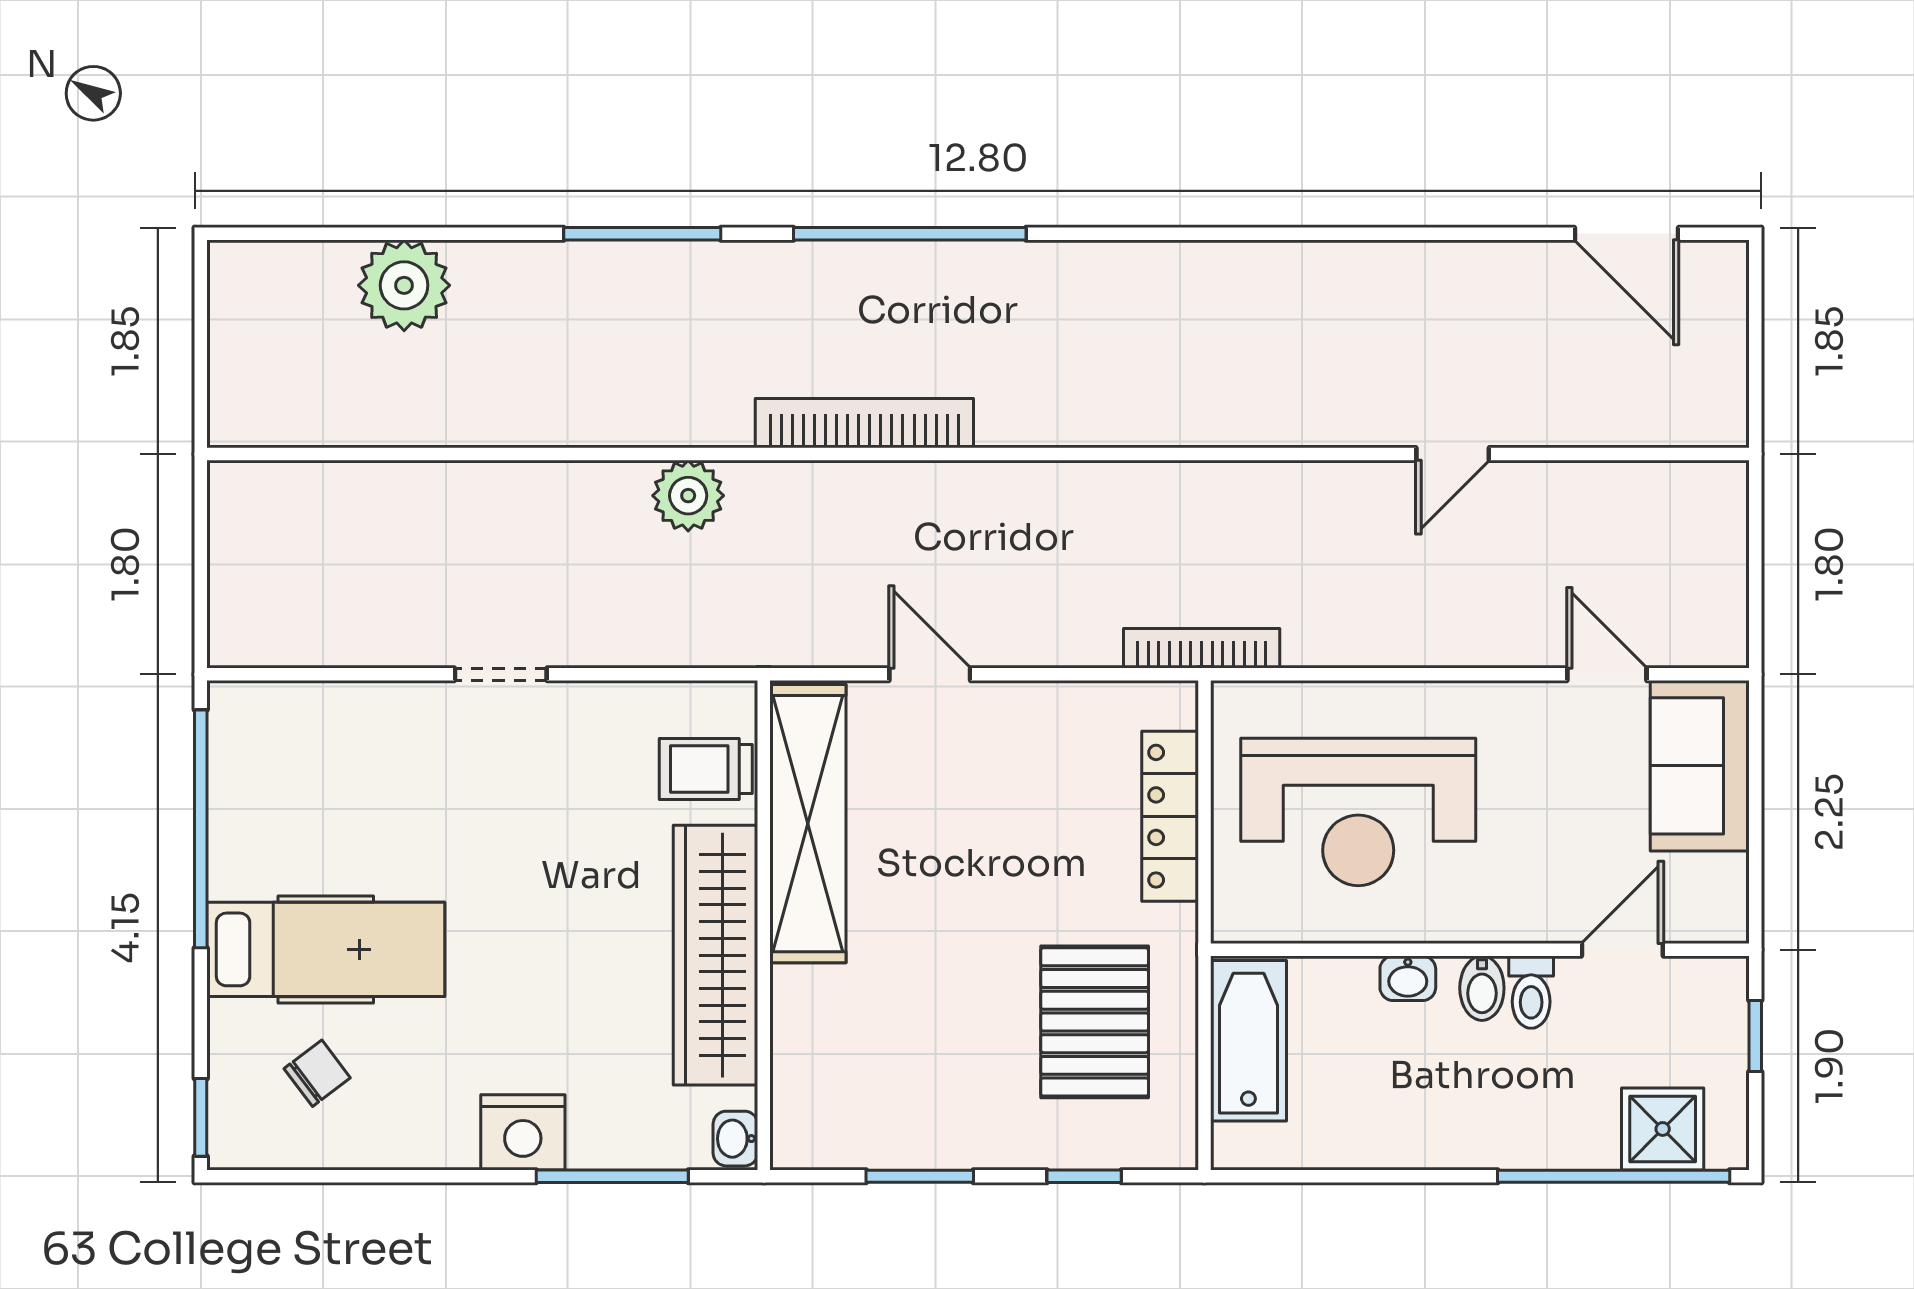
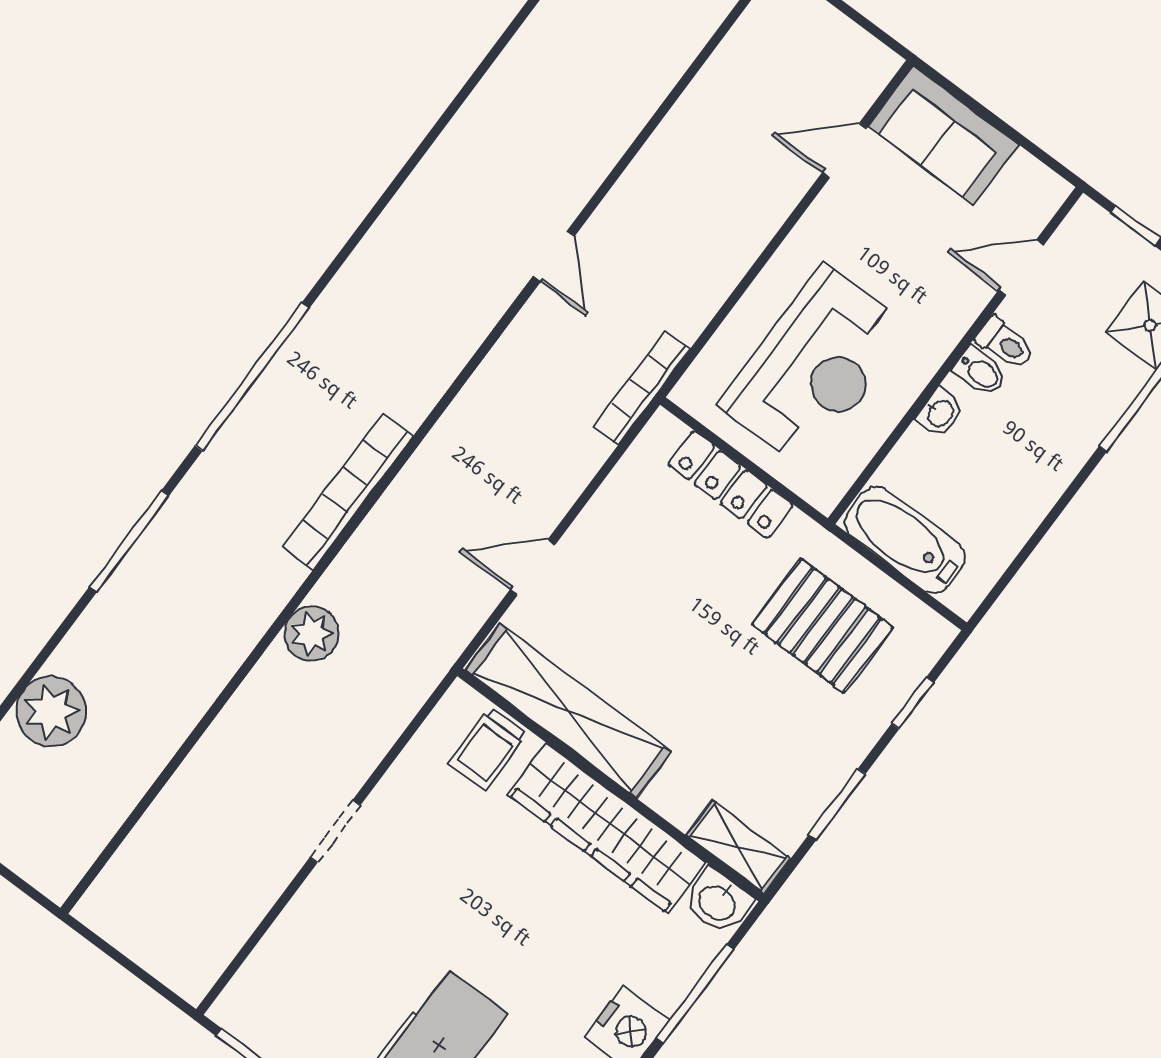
door: (1453, 454) -> (554, 256), moved
door: (1622, 950) -> (1021, 268), hinge flipped
shelving: (798, 1107) -> (738, 847), added
washbasin: (735, 1139) -> (718, 902), width x1.38, depth x1.45

